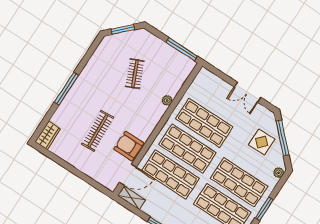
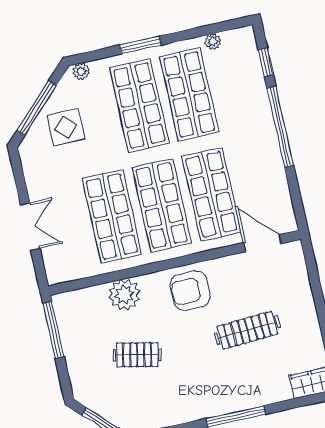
clothes rail: (135, 74) -> (137, 355), turned 36
double door: (248, 92) -> (30, 226), moved
plant: (167, 100) -> (124, 295), width x1.88, depth x1.88
armchair: (129, 146) -> (190, 290), moved, turned 90
shelving: (132, 198) -> (285, 212), removed

